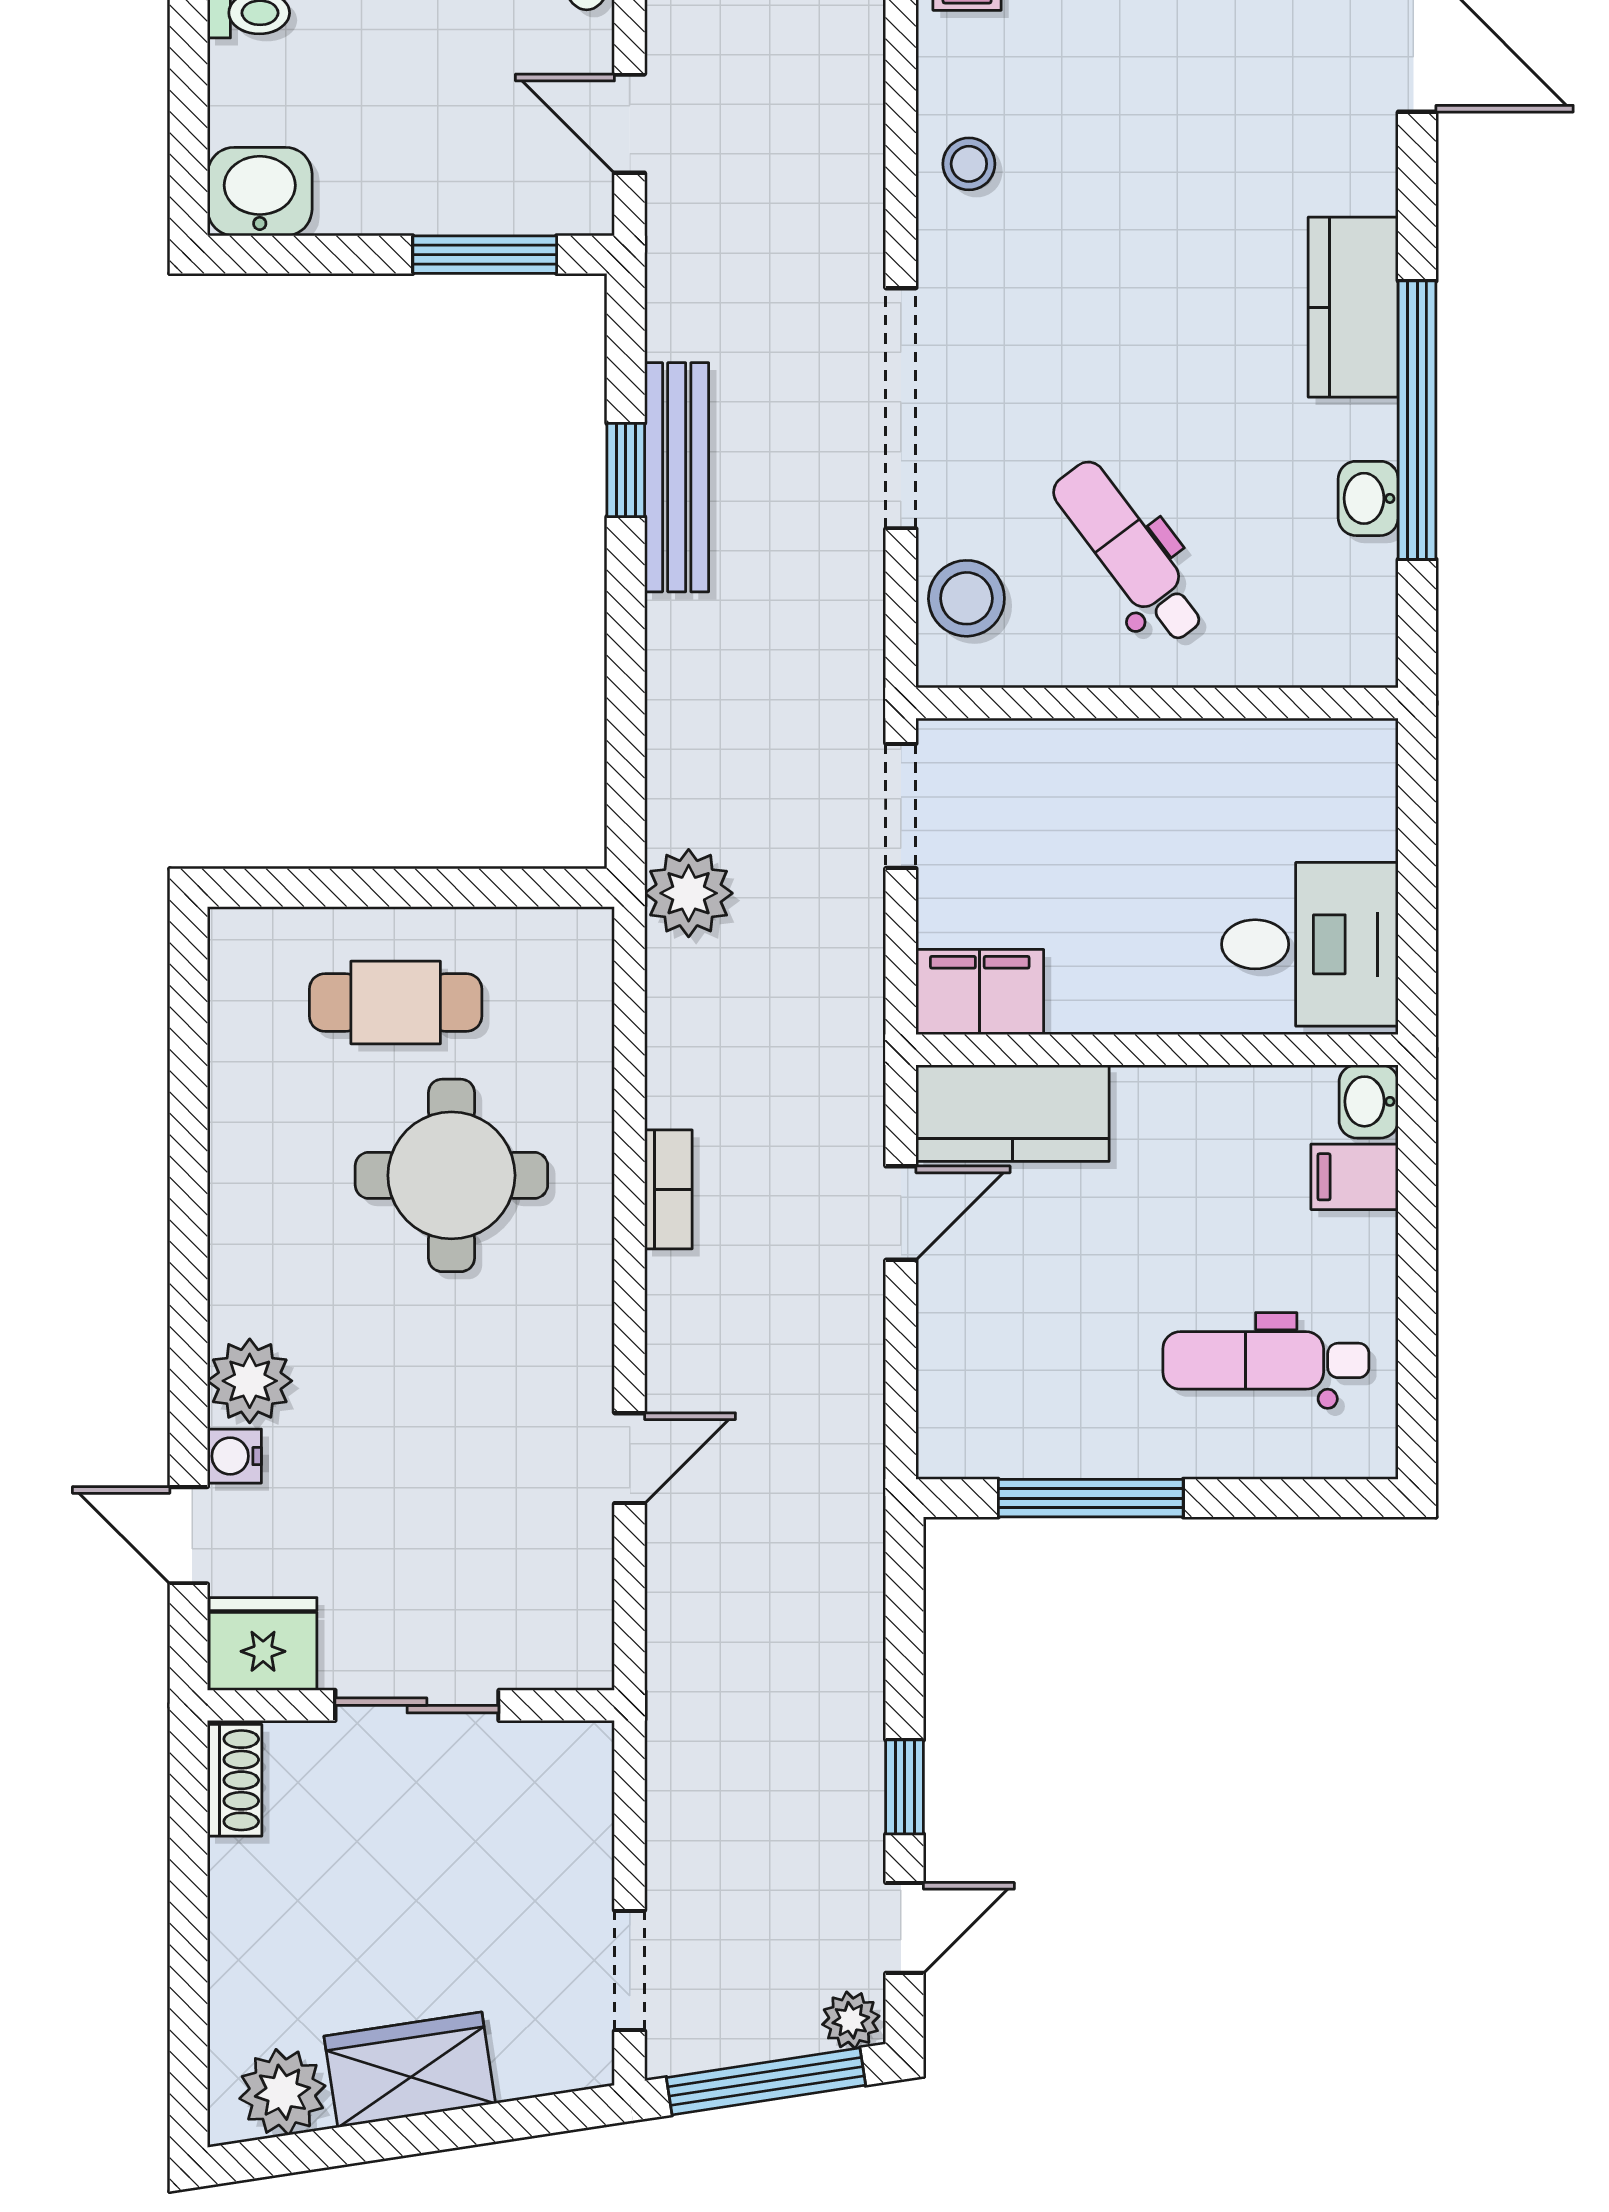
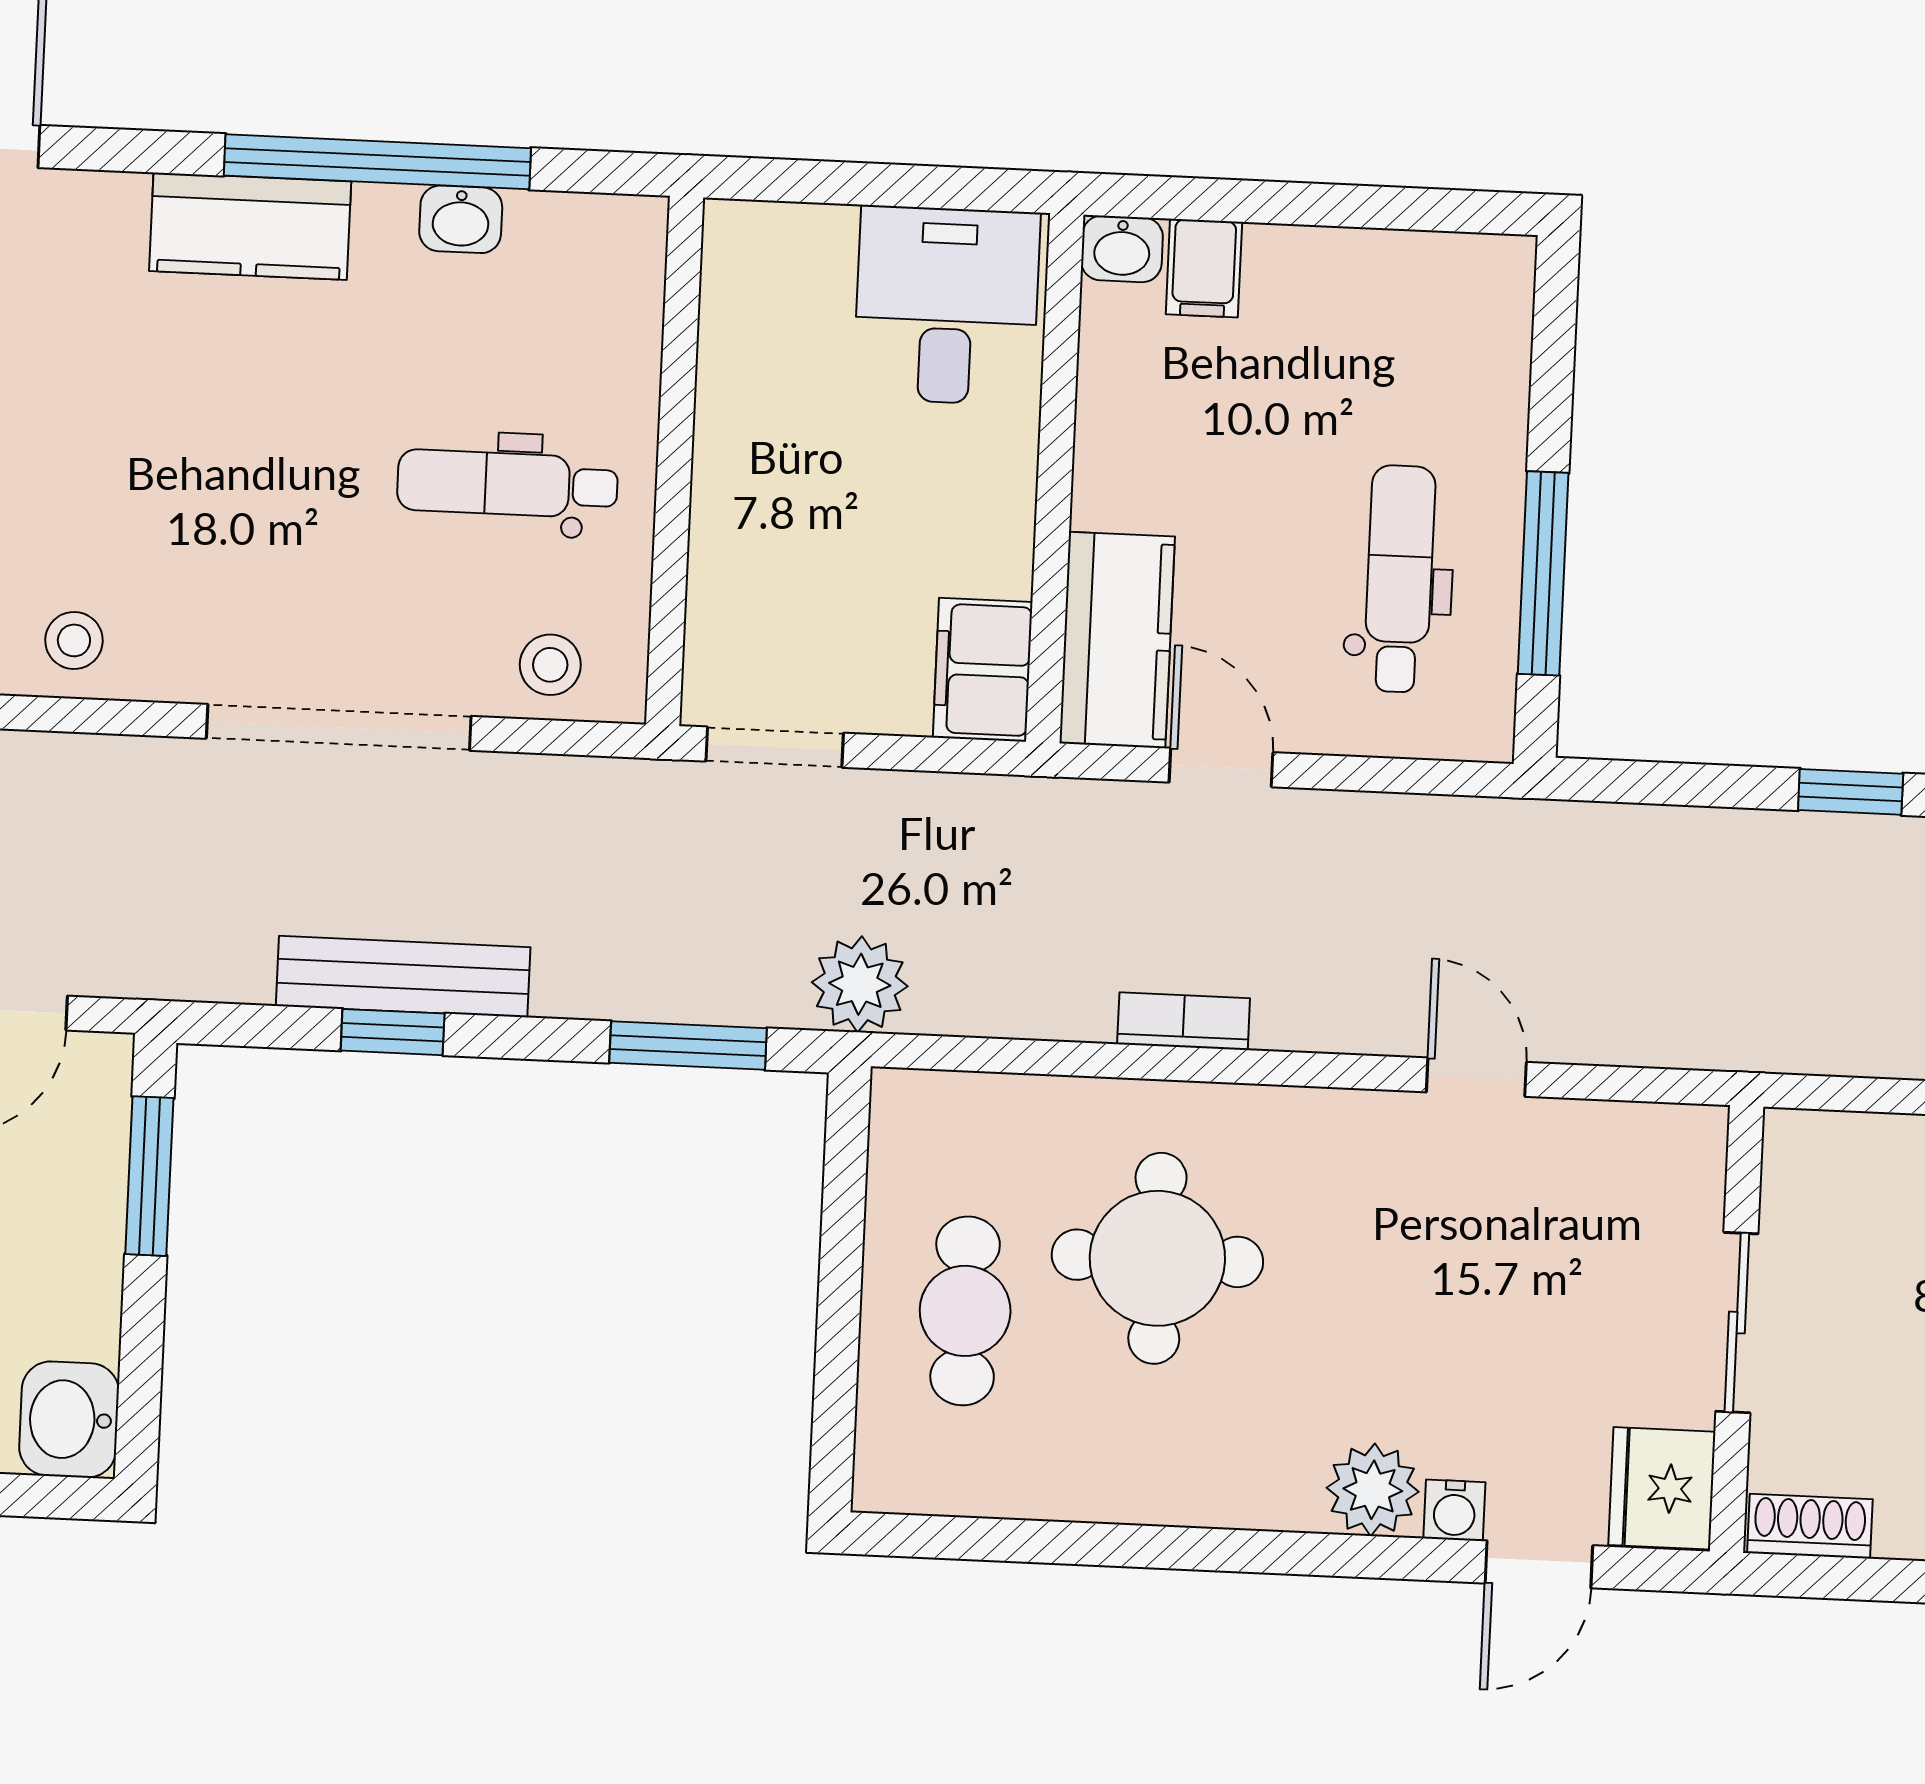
dental chair: (1129, 552) -> (507, 484), turned 37
stool: (966, 598) -> (550, 665), width x0.73, depth x0.73
window: (626, 739) -> (688, 1045), added
dental chair: (1266, 1360) -> (1399, 579), moved, turned 180

